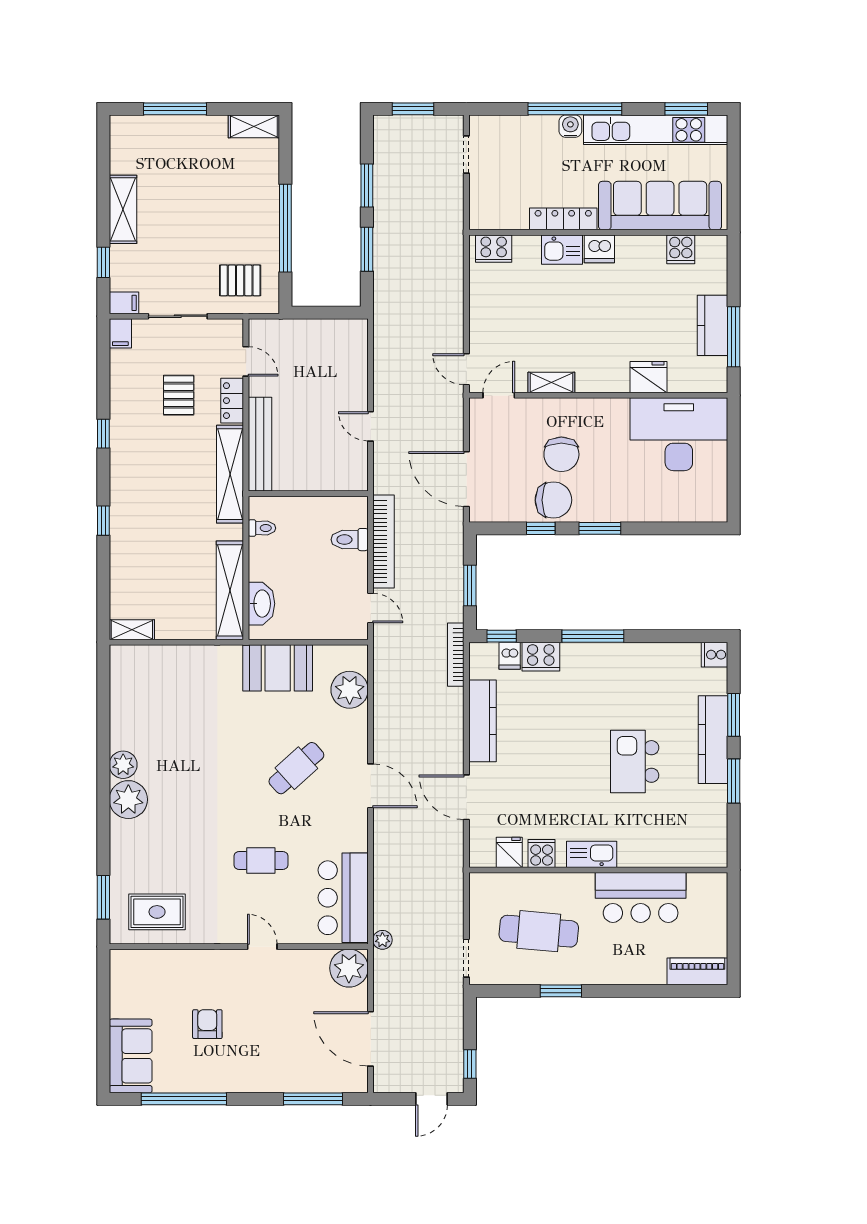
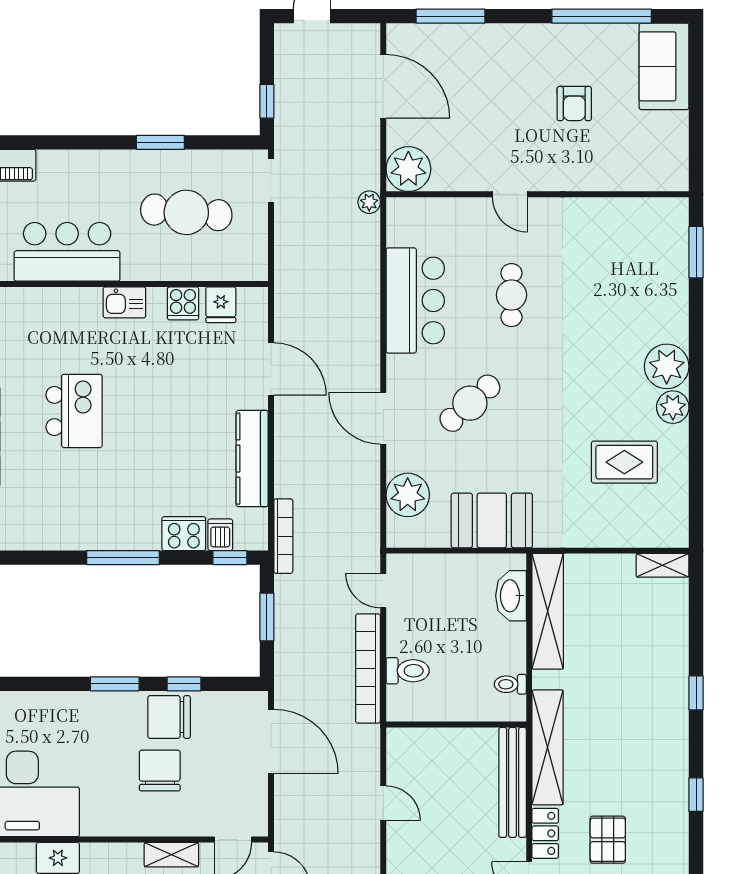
door: (371, 786) -> (383, 418), moved
kitchen sink: (592, 854) -> (124, 302), width x0.73
cafe table: (261, 861) -> (511, 295), turned 90
bar counter: (343, 898) -> (415, 300), moved
rug: (157, 912) -> (624, 462), moved
window: (470, 1064) -> (267, 101), moved

